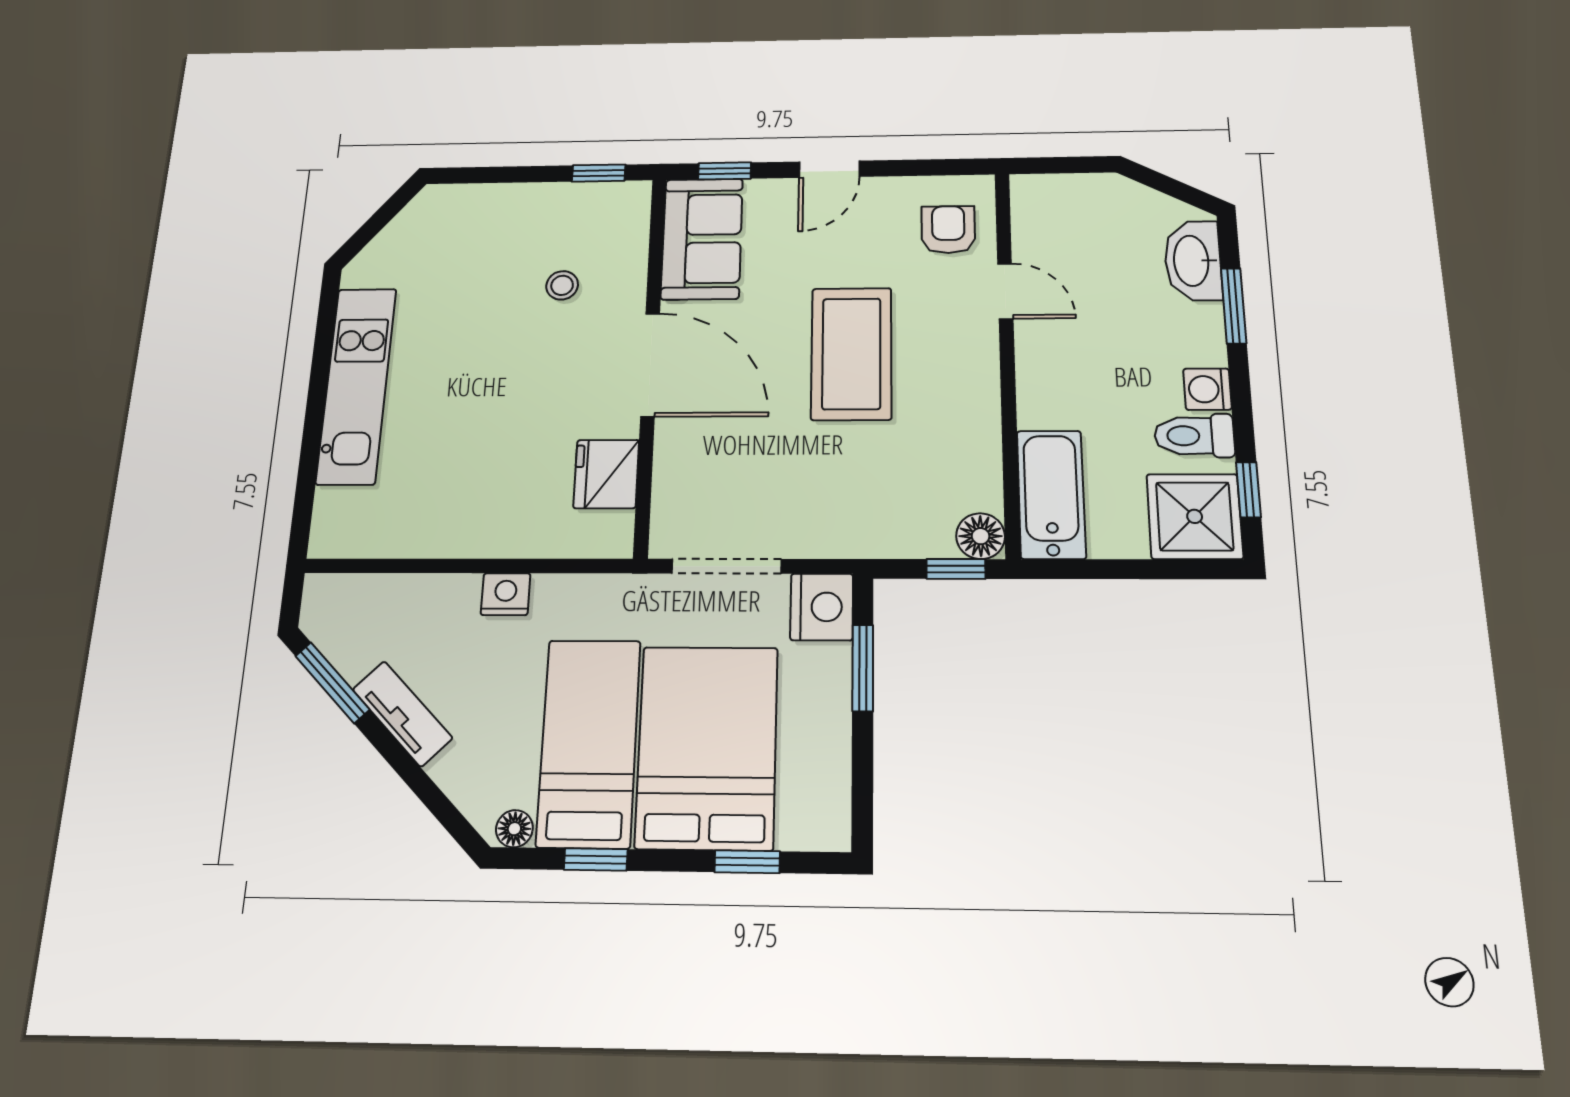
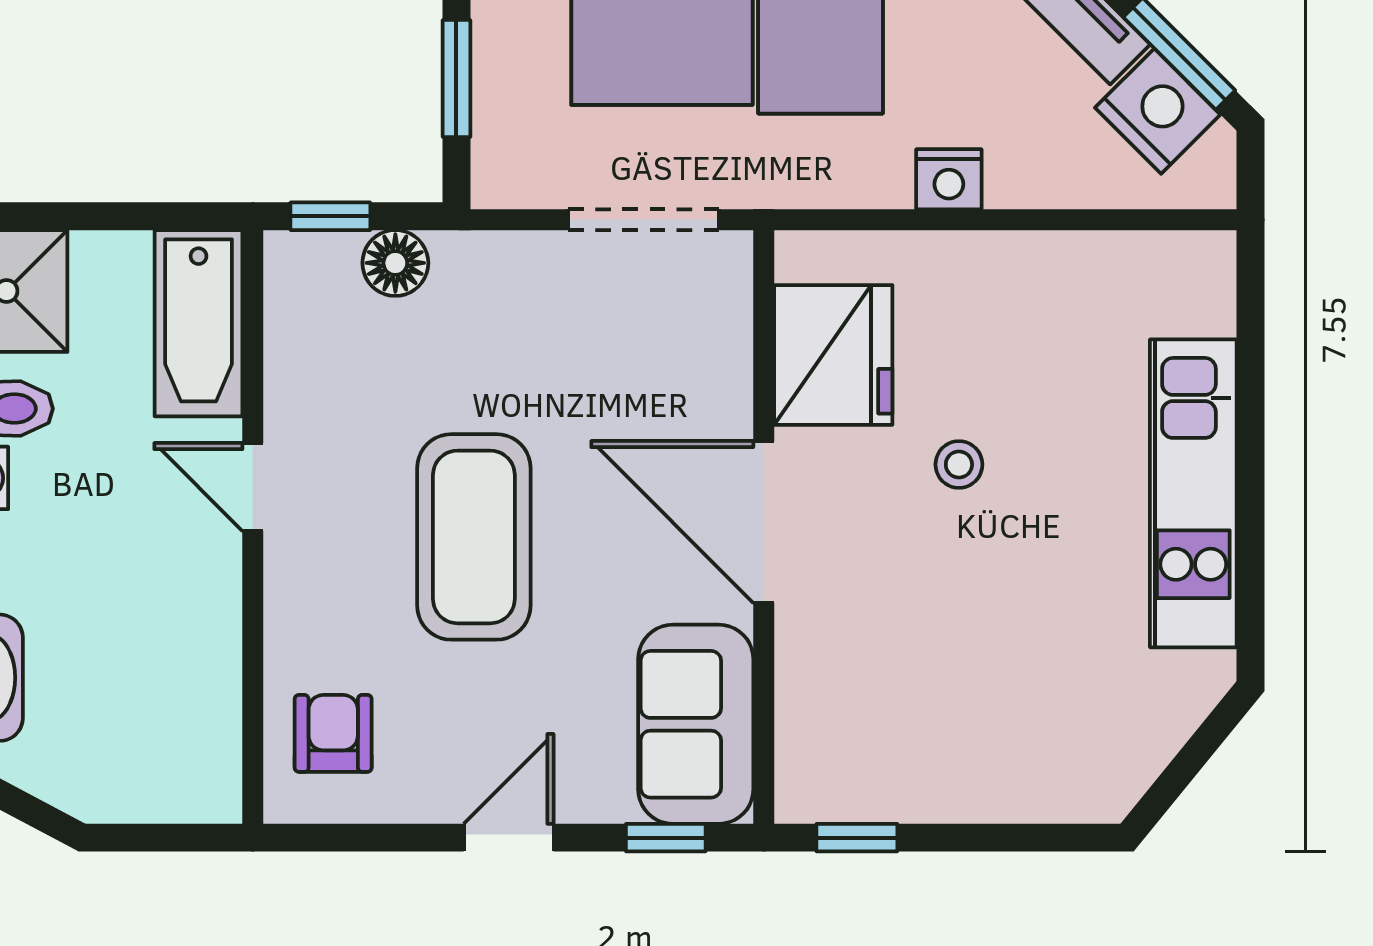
armchair: (948, 230) -> (333, 733), turned 180
stool: (562, 285) -> (959, 465), moved
door: (1005, 291) -> (253, 487), moved
fridge: (606, 474) -> (833, 355), width x1.36, depth x1.34
floor lamp: (981, 536) -> (395, 263), moved
nightstand: (822, 607) -> (1158, 111), moved, turned 135

